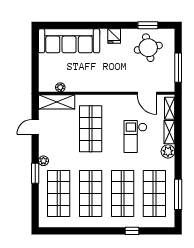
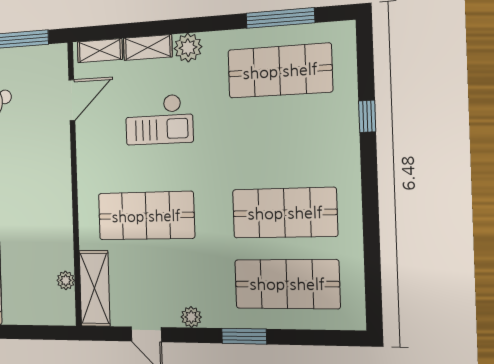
plant: (43, 161) -> (191, 317), moved
shop shelf: (123, 193) -> (282, 142), removed

